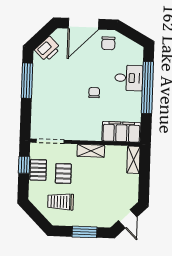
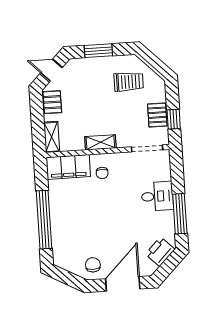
desk: (129, 78) -> (157, 196), moved, turned 180
chair: (94, 93) -> (102, 173), moved
pallet: (63, 174) -> (52, 102), moved
door: (128, 219) -> (51, 70), hinge flipped

